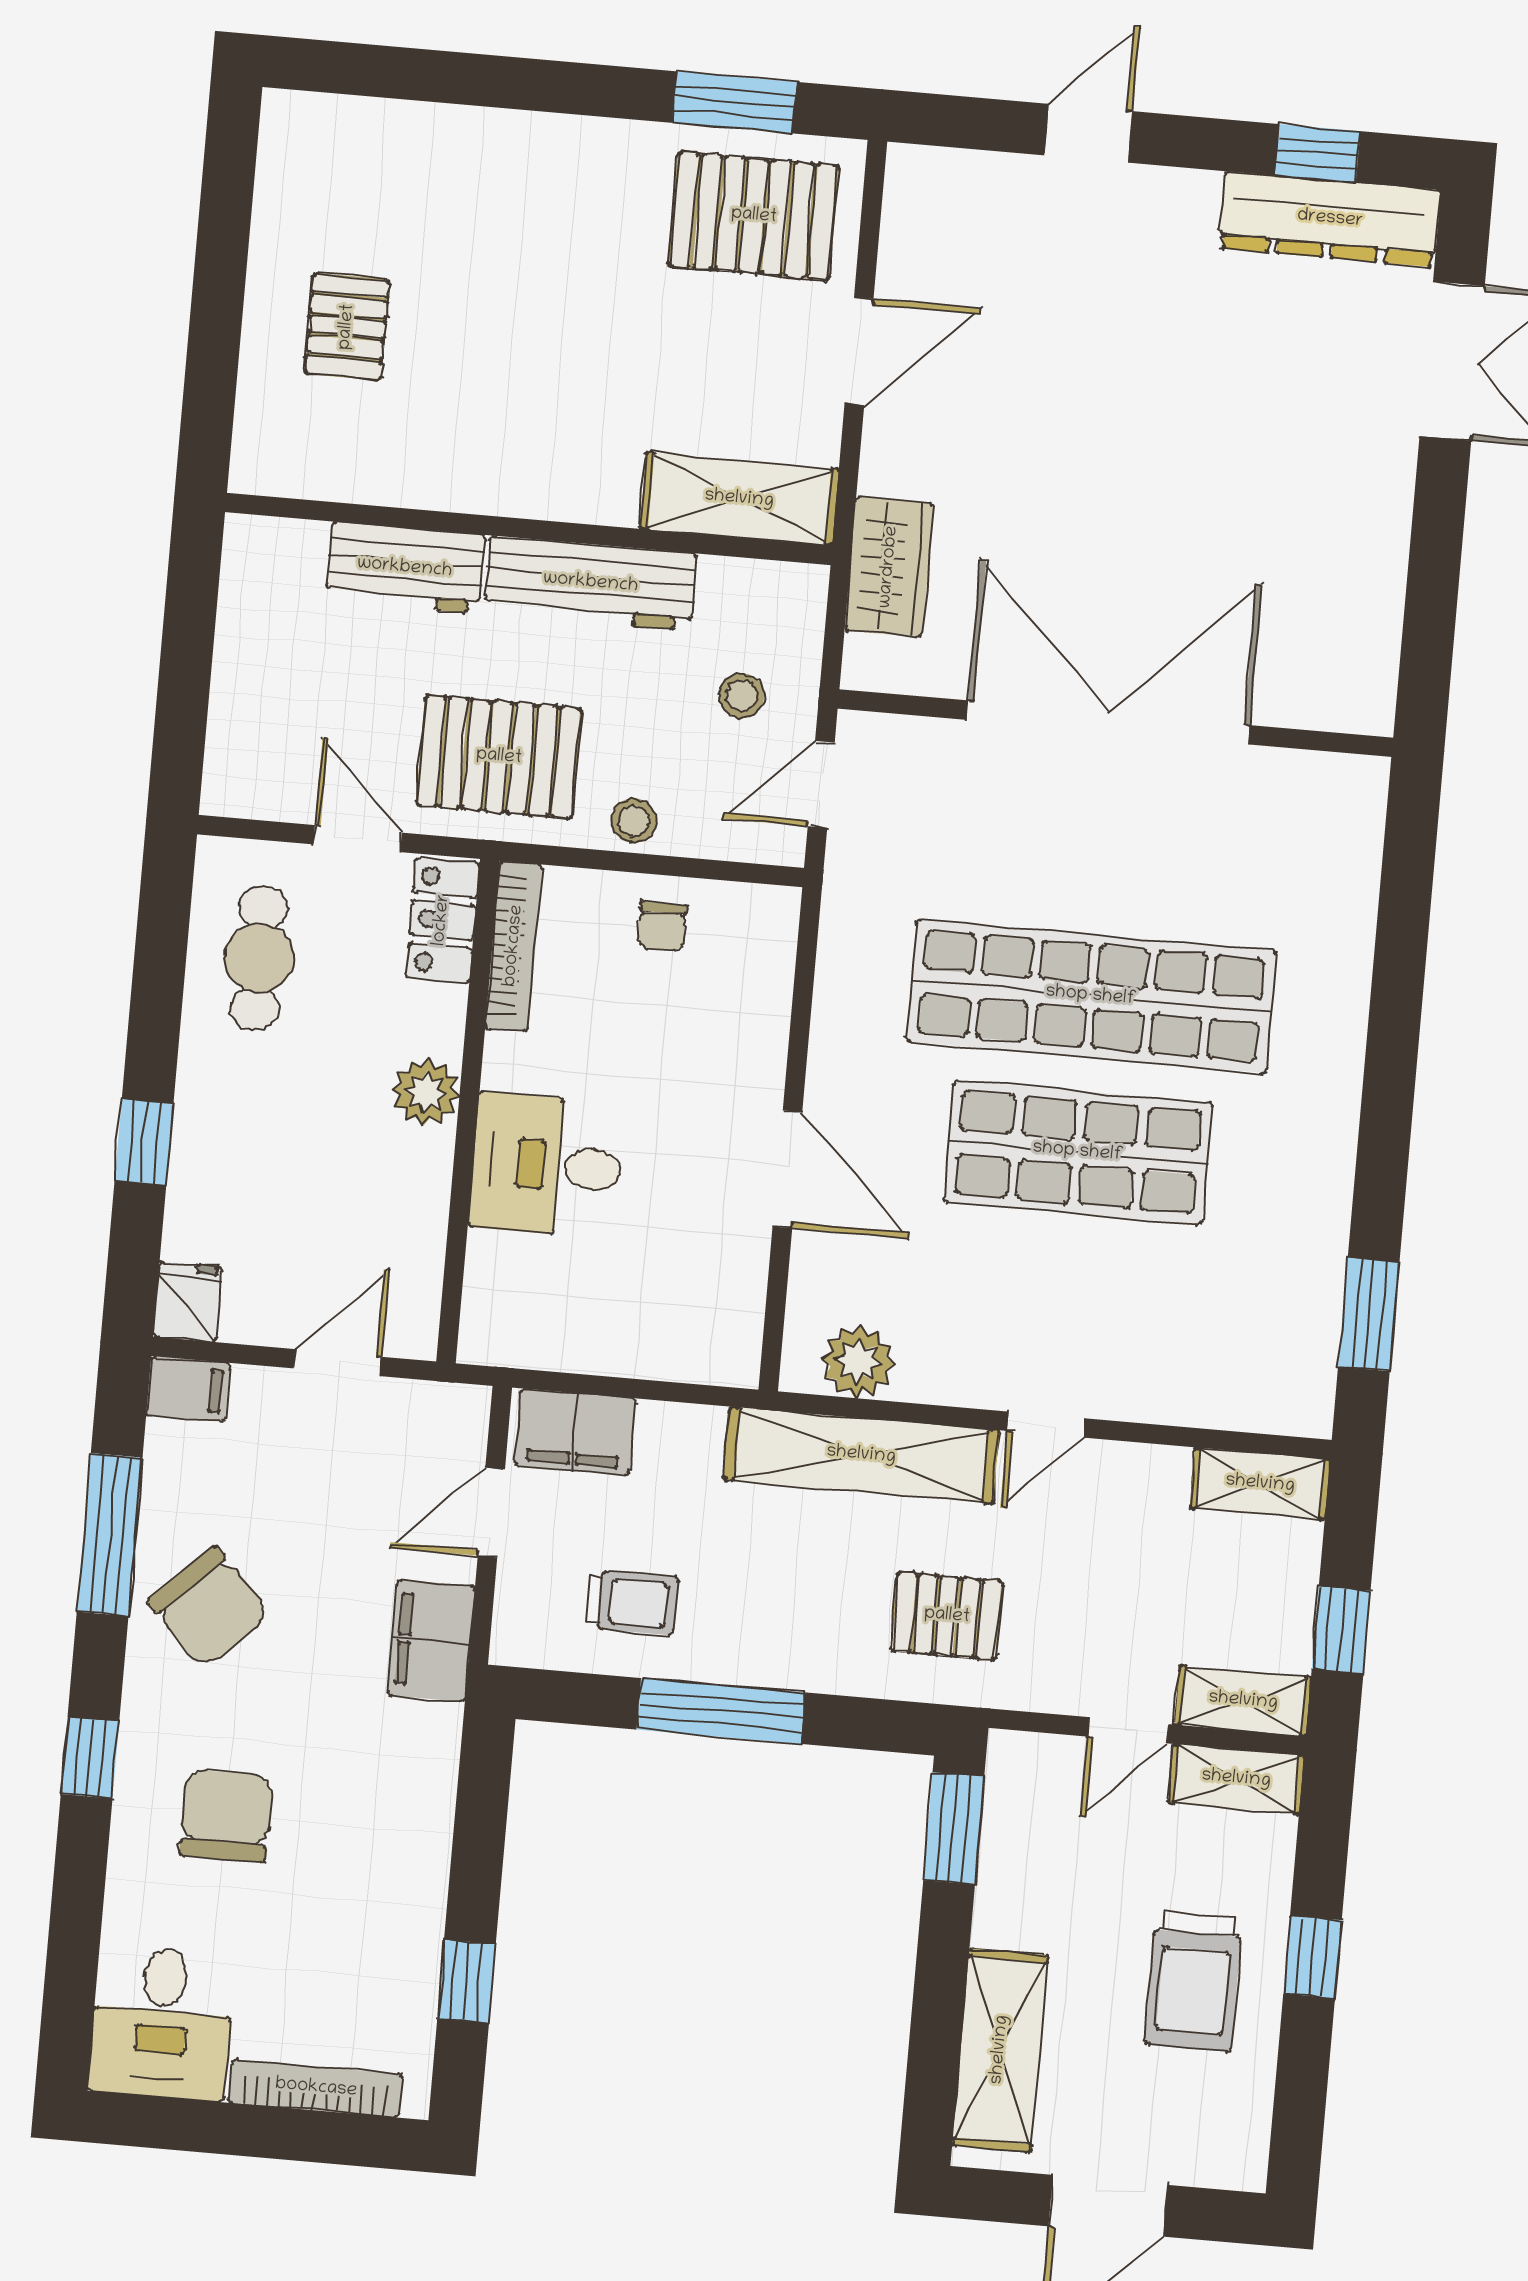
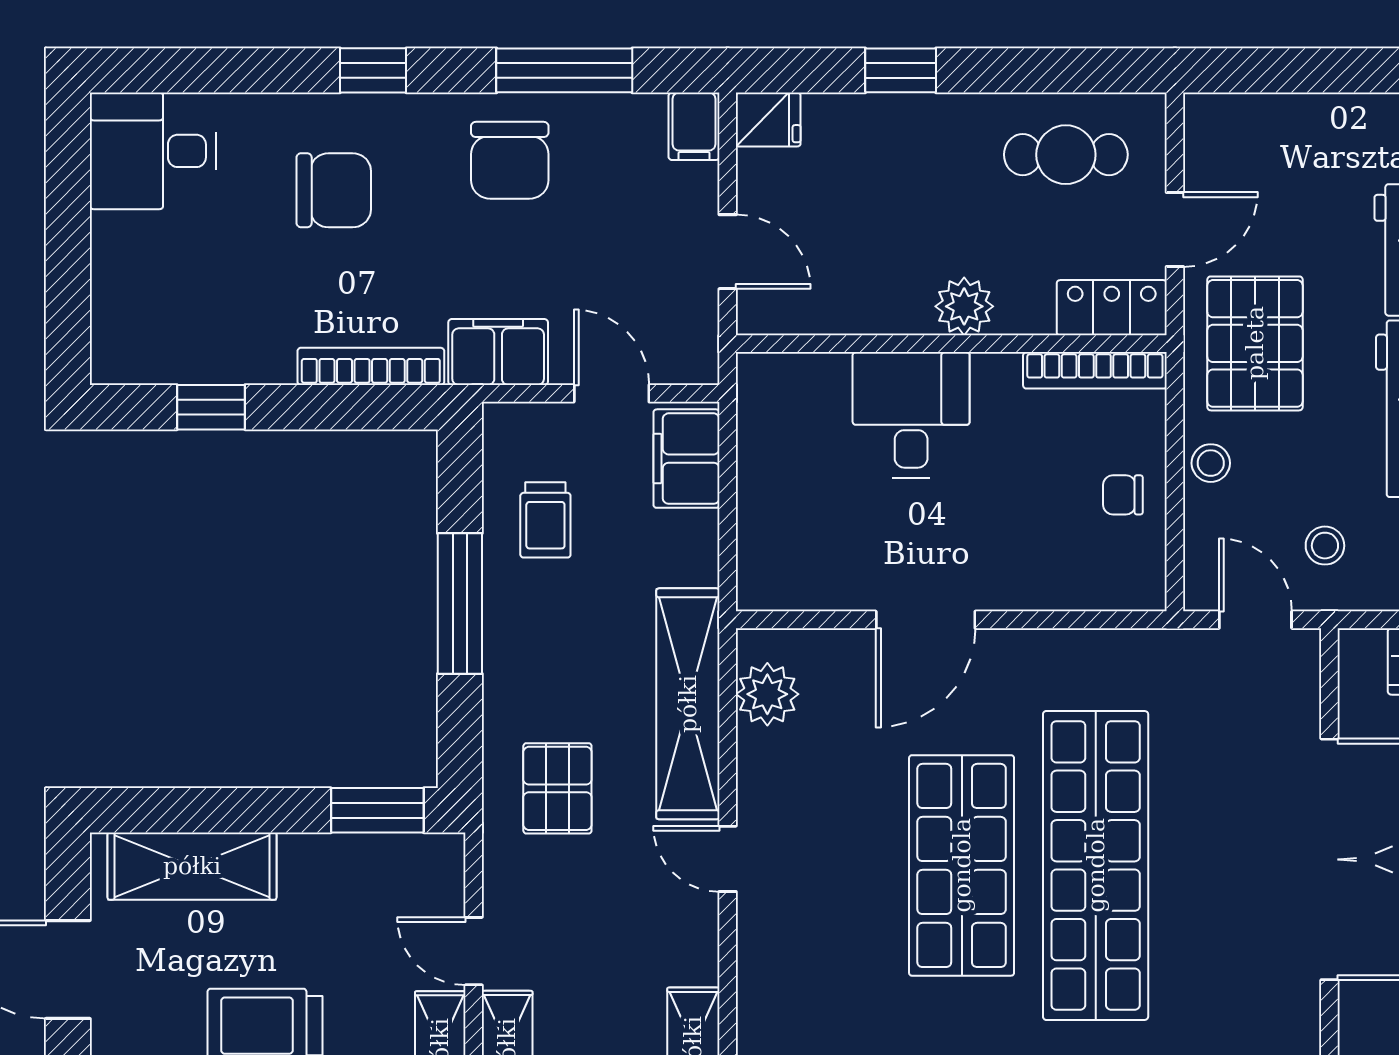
chair: (209, 1608) -> (510, 160), turned -46
bookcase: (316, 2088) -> (371, 366), moved, turned -90

